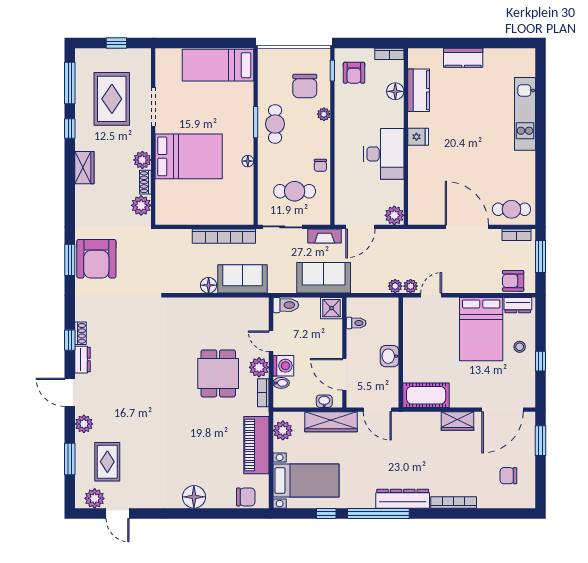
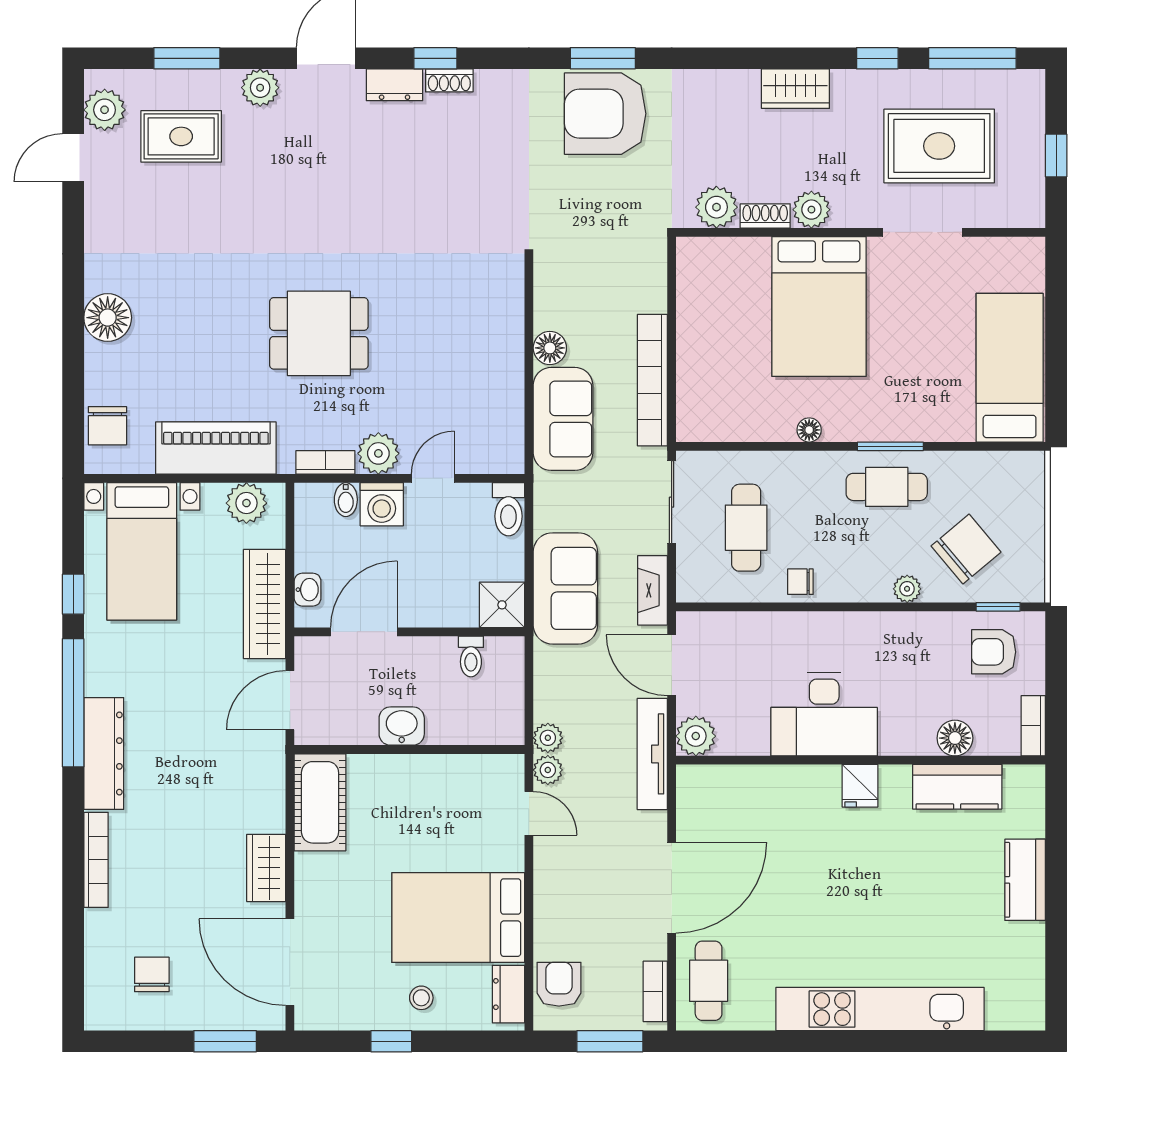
chair: (305, 86) -> (966, 549), turned 140
kitchen unit: (525, 114) -> (880, 1009), width x1.36
tv unit: (403, 236) -> (652, 754), added
dining table: (218, 373) -> (319, 333), moved

